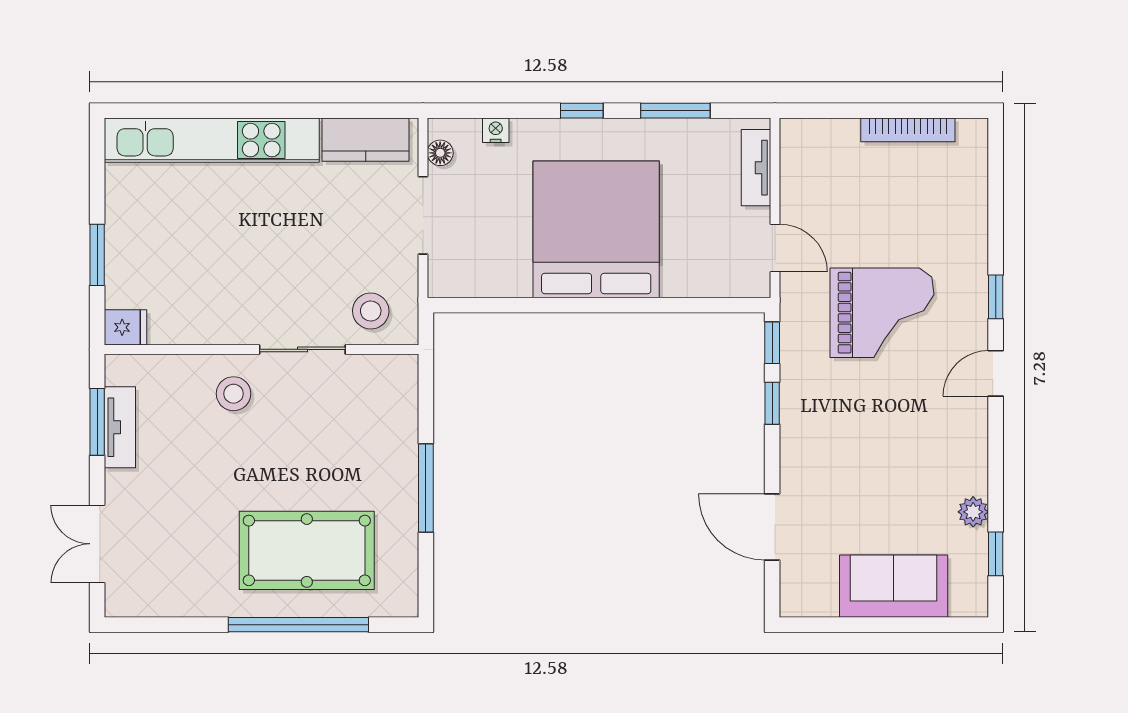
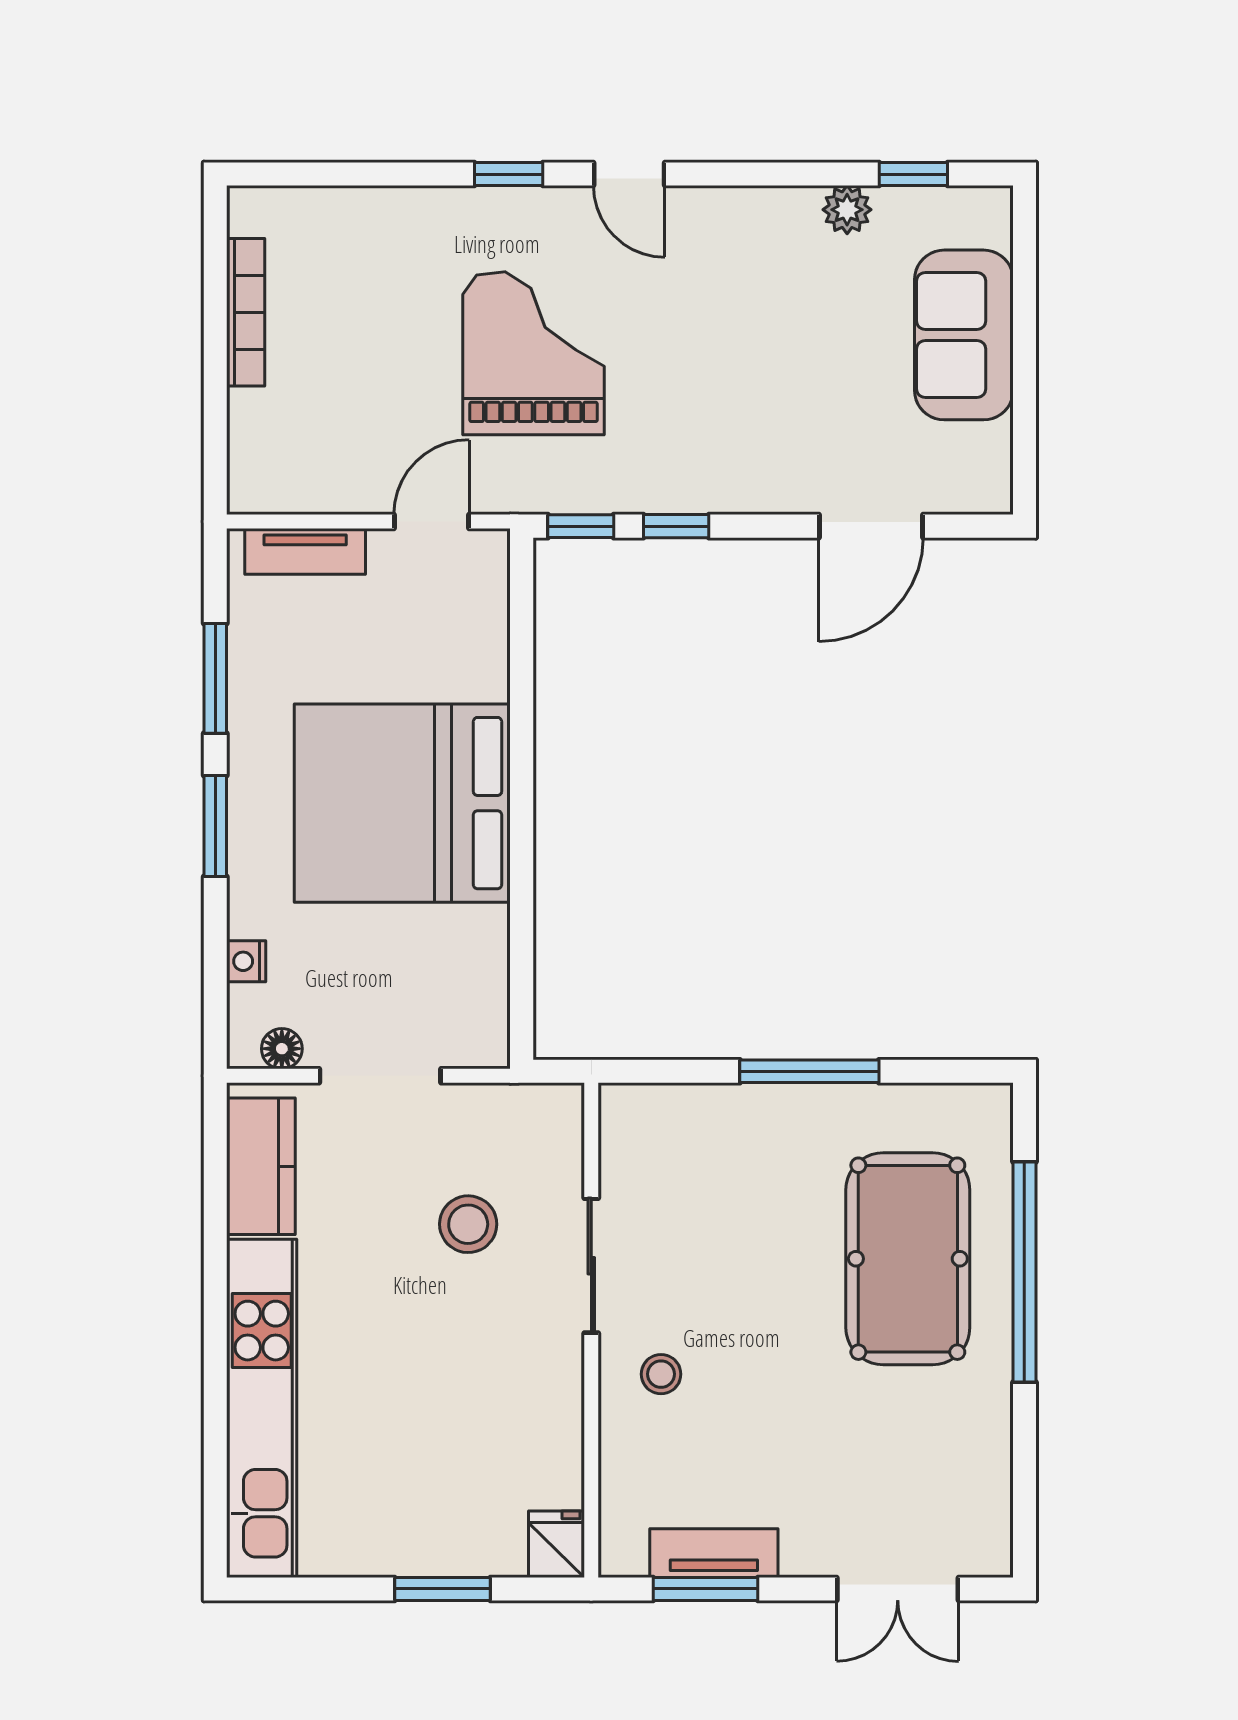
window: (582, 111) -> (215, 826), width x1.50
stool: (371, 311) -> (468, 1224), moved
stool: (234, 394) -> (661, 1374), width x0.73, depth x0.73

